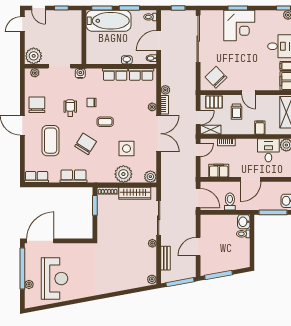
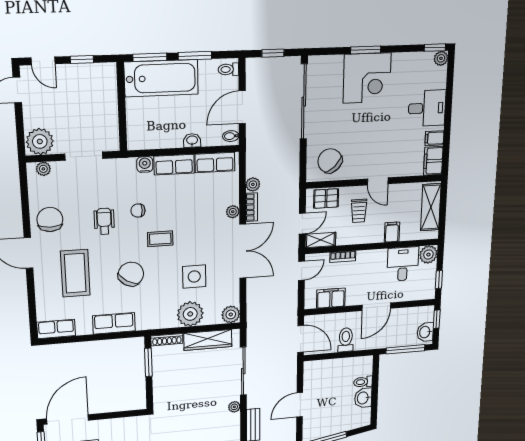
water cooler: (80, 73) -> (145, 164), moved
washbasin: (244, 222) -> (363, 398), moved

